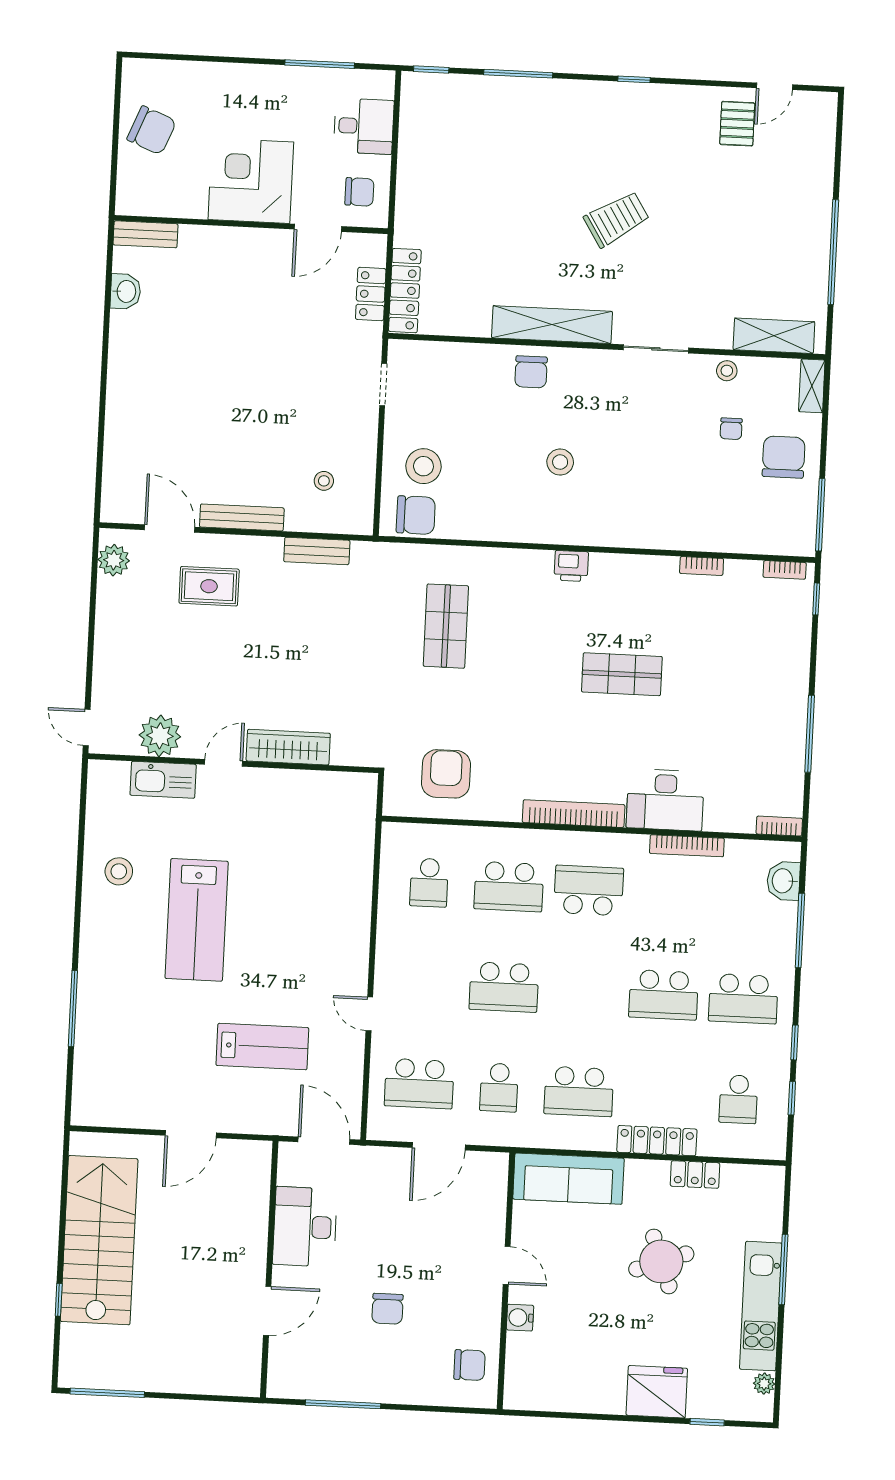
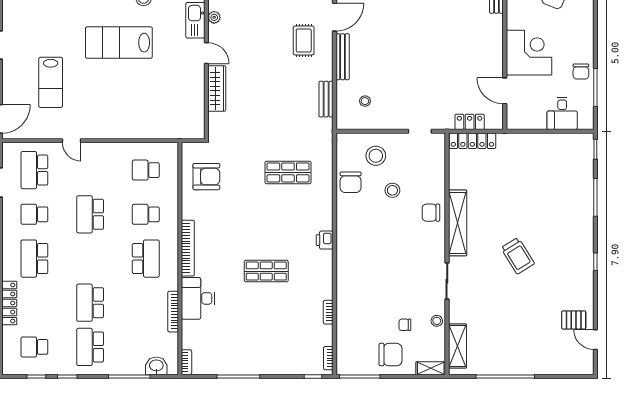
chair: (359, 192) -> (581, 72), moved
stool: (560, 462) -> (392, 190), moved
chair: (416, 515) -> (351, 182), moved
shop shelf: (622, 674) -> (266, 271), turned 90
plant: (160, 736) -> (214, 17), width x0.53, depth x0.53
school desk: (509, 887) -> (146, 214), width x0.54
door: (369, 1014) -> (72, 141), swing flipped

